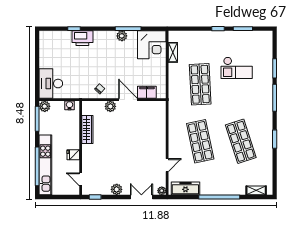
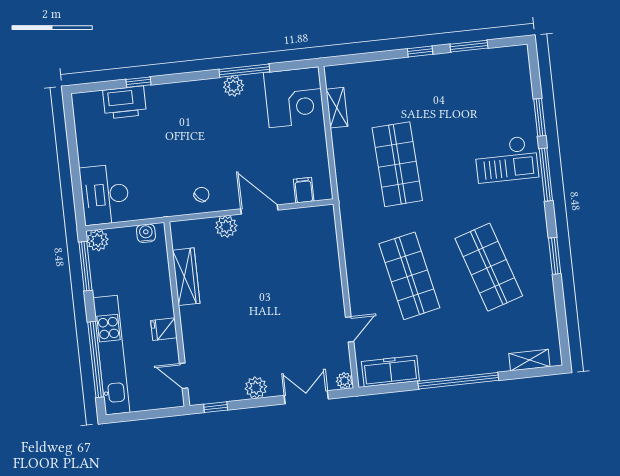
printer: (82, 38) -> (125, 102), moved
checkout: (237, 68) -> (506, 159), moved
filing cabinet: (147, 92) -> (304, 190), width x0.50

